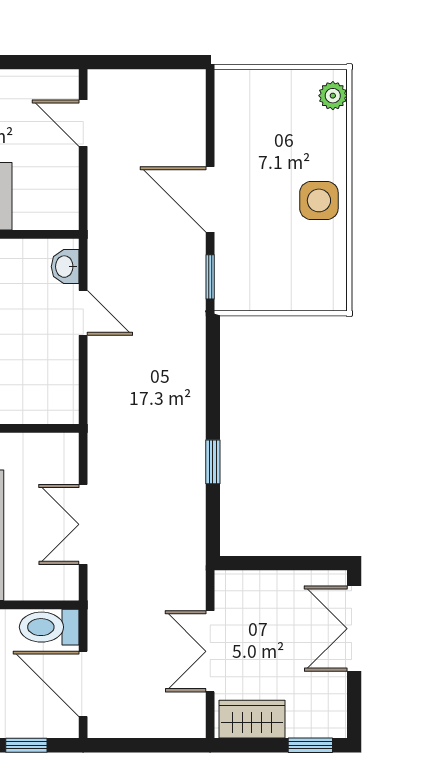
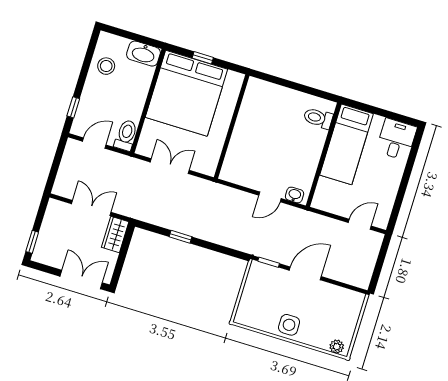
door: (83, 684) -> (94, 143), width x0.73
wardrobe: (252, 719) -> (115, 235), moved, turned 180

